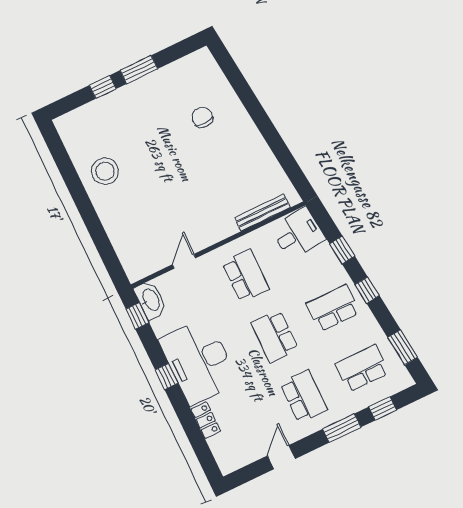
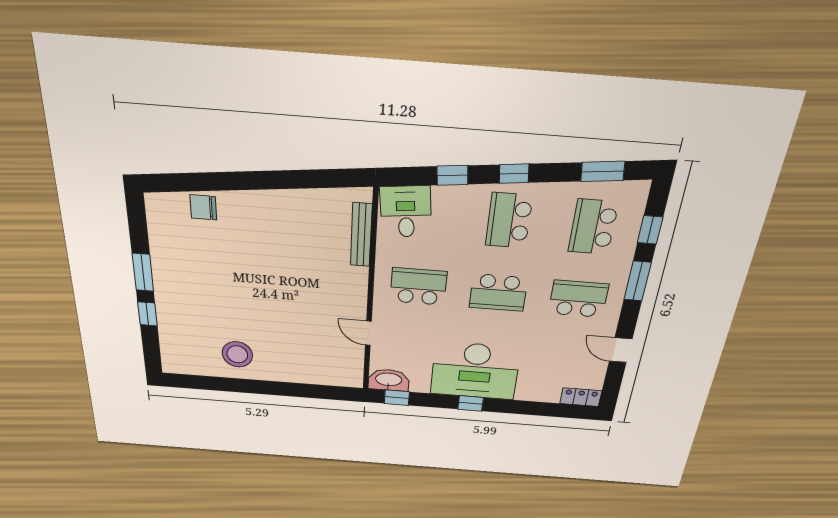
chair: (202, 117) -> (203, 207), moved
locker: (206, 420) -> (581, 397), moved

